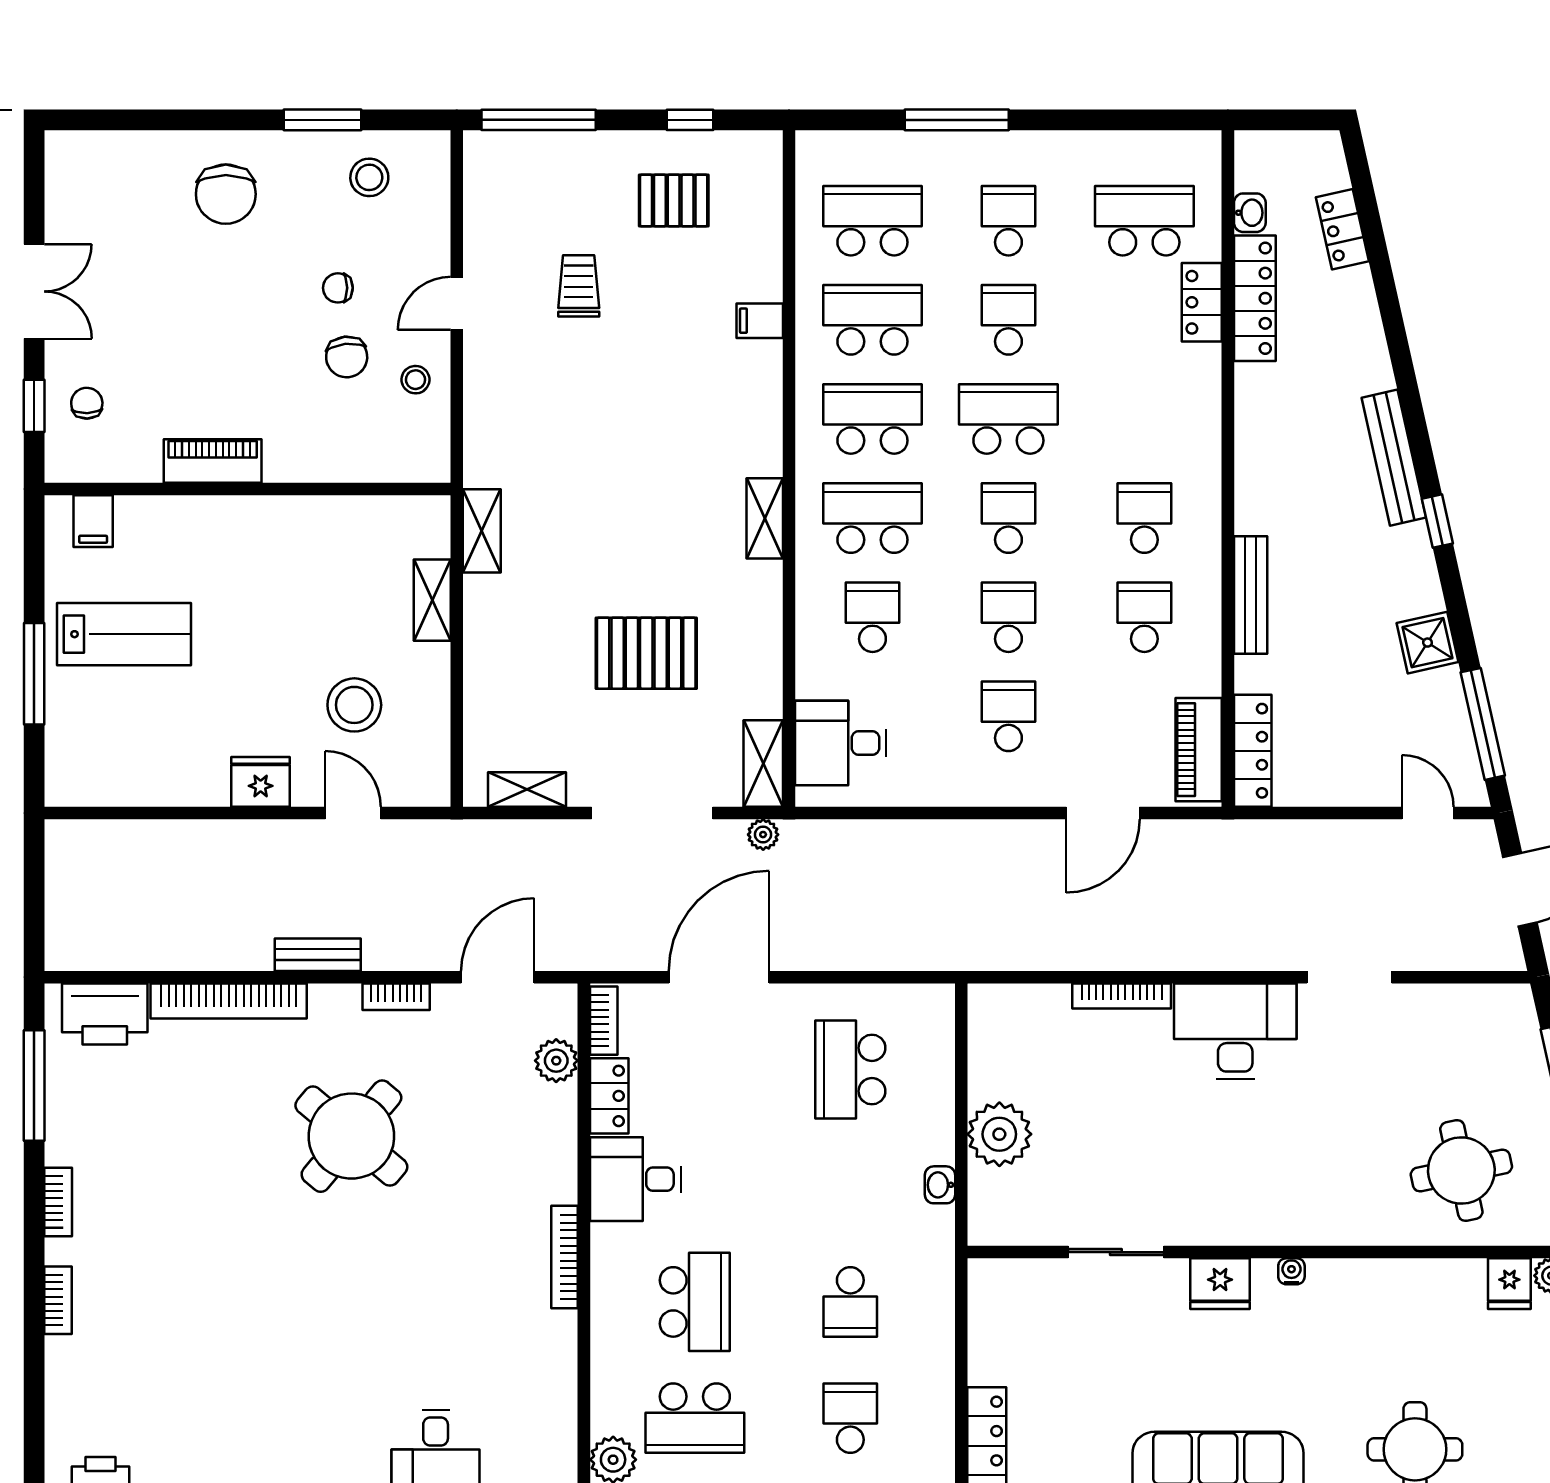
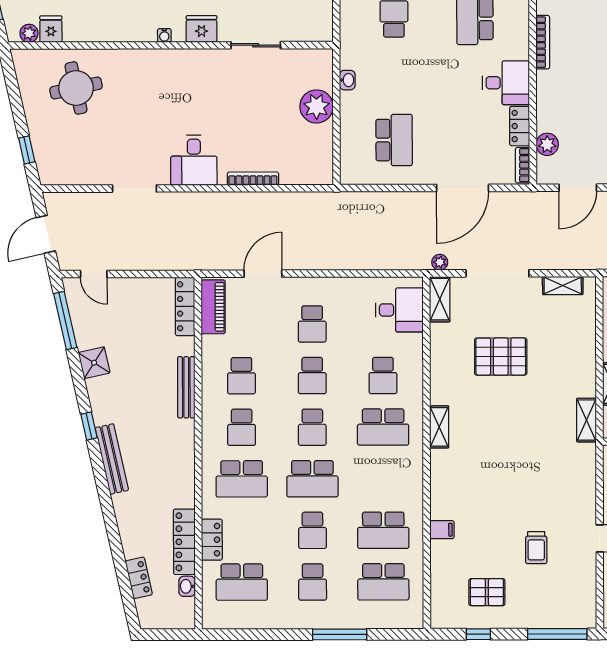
school desk: (872, 419) -> (242, 479), moved
desk: (1235, 1031) -> (194, 160), width x0.73

